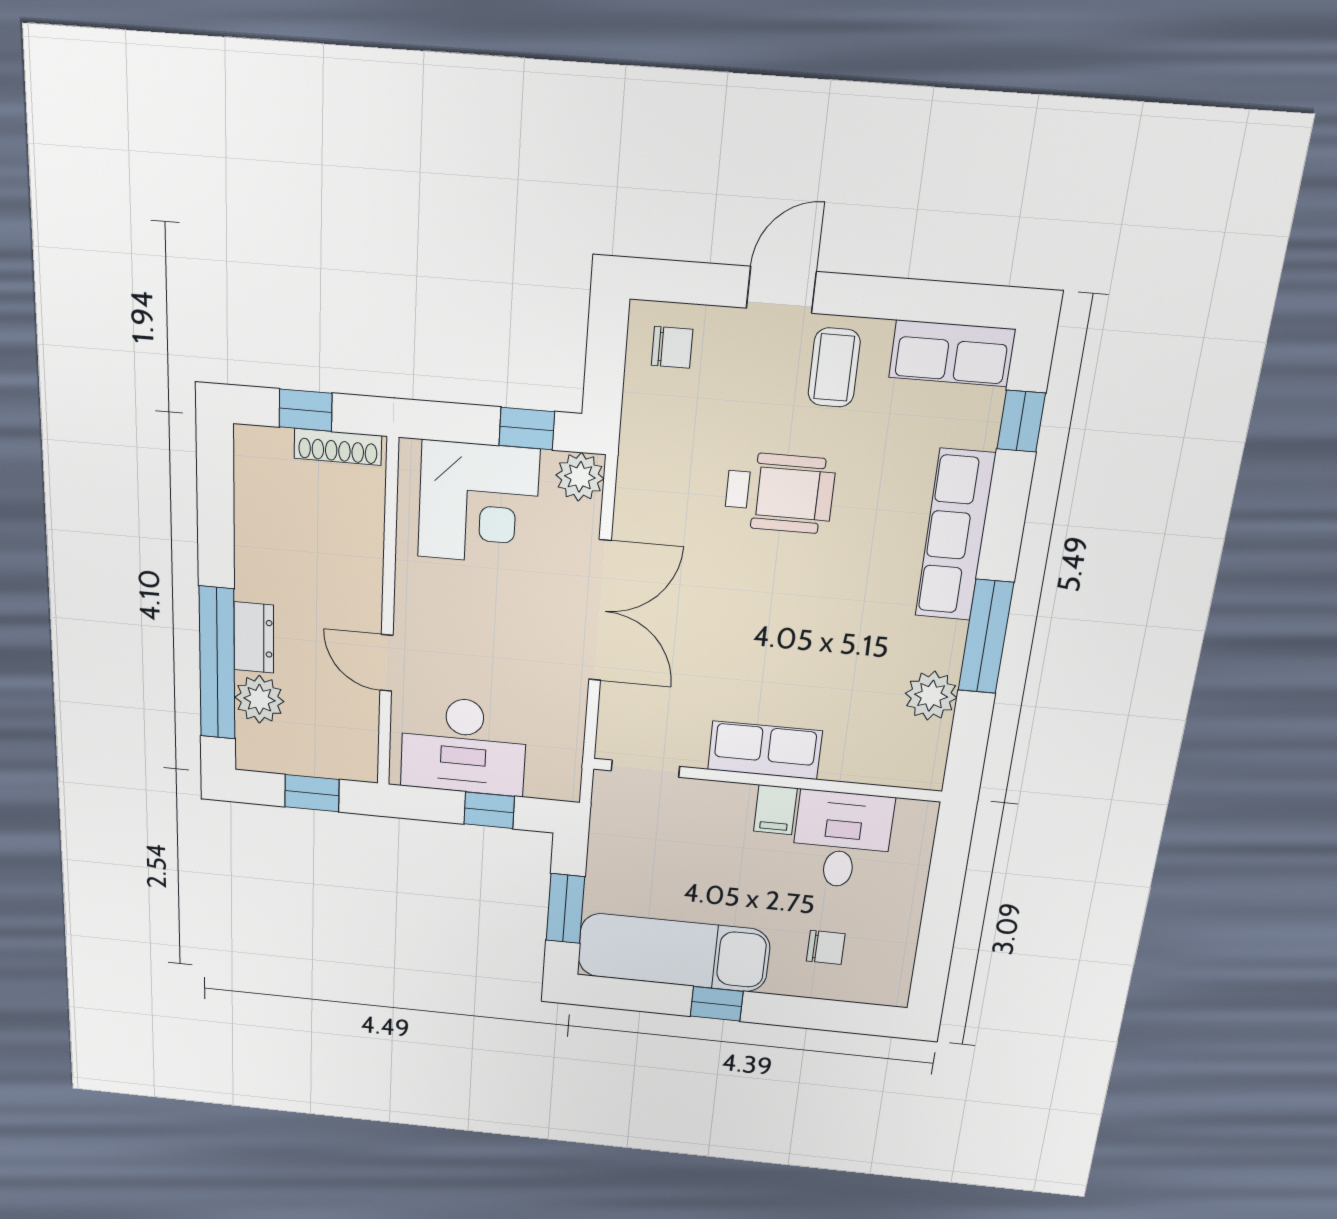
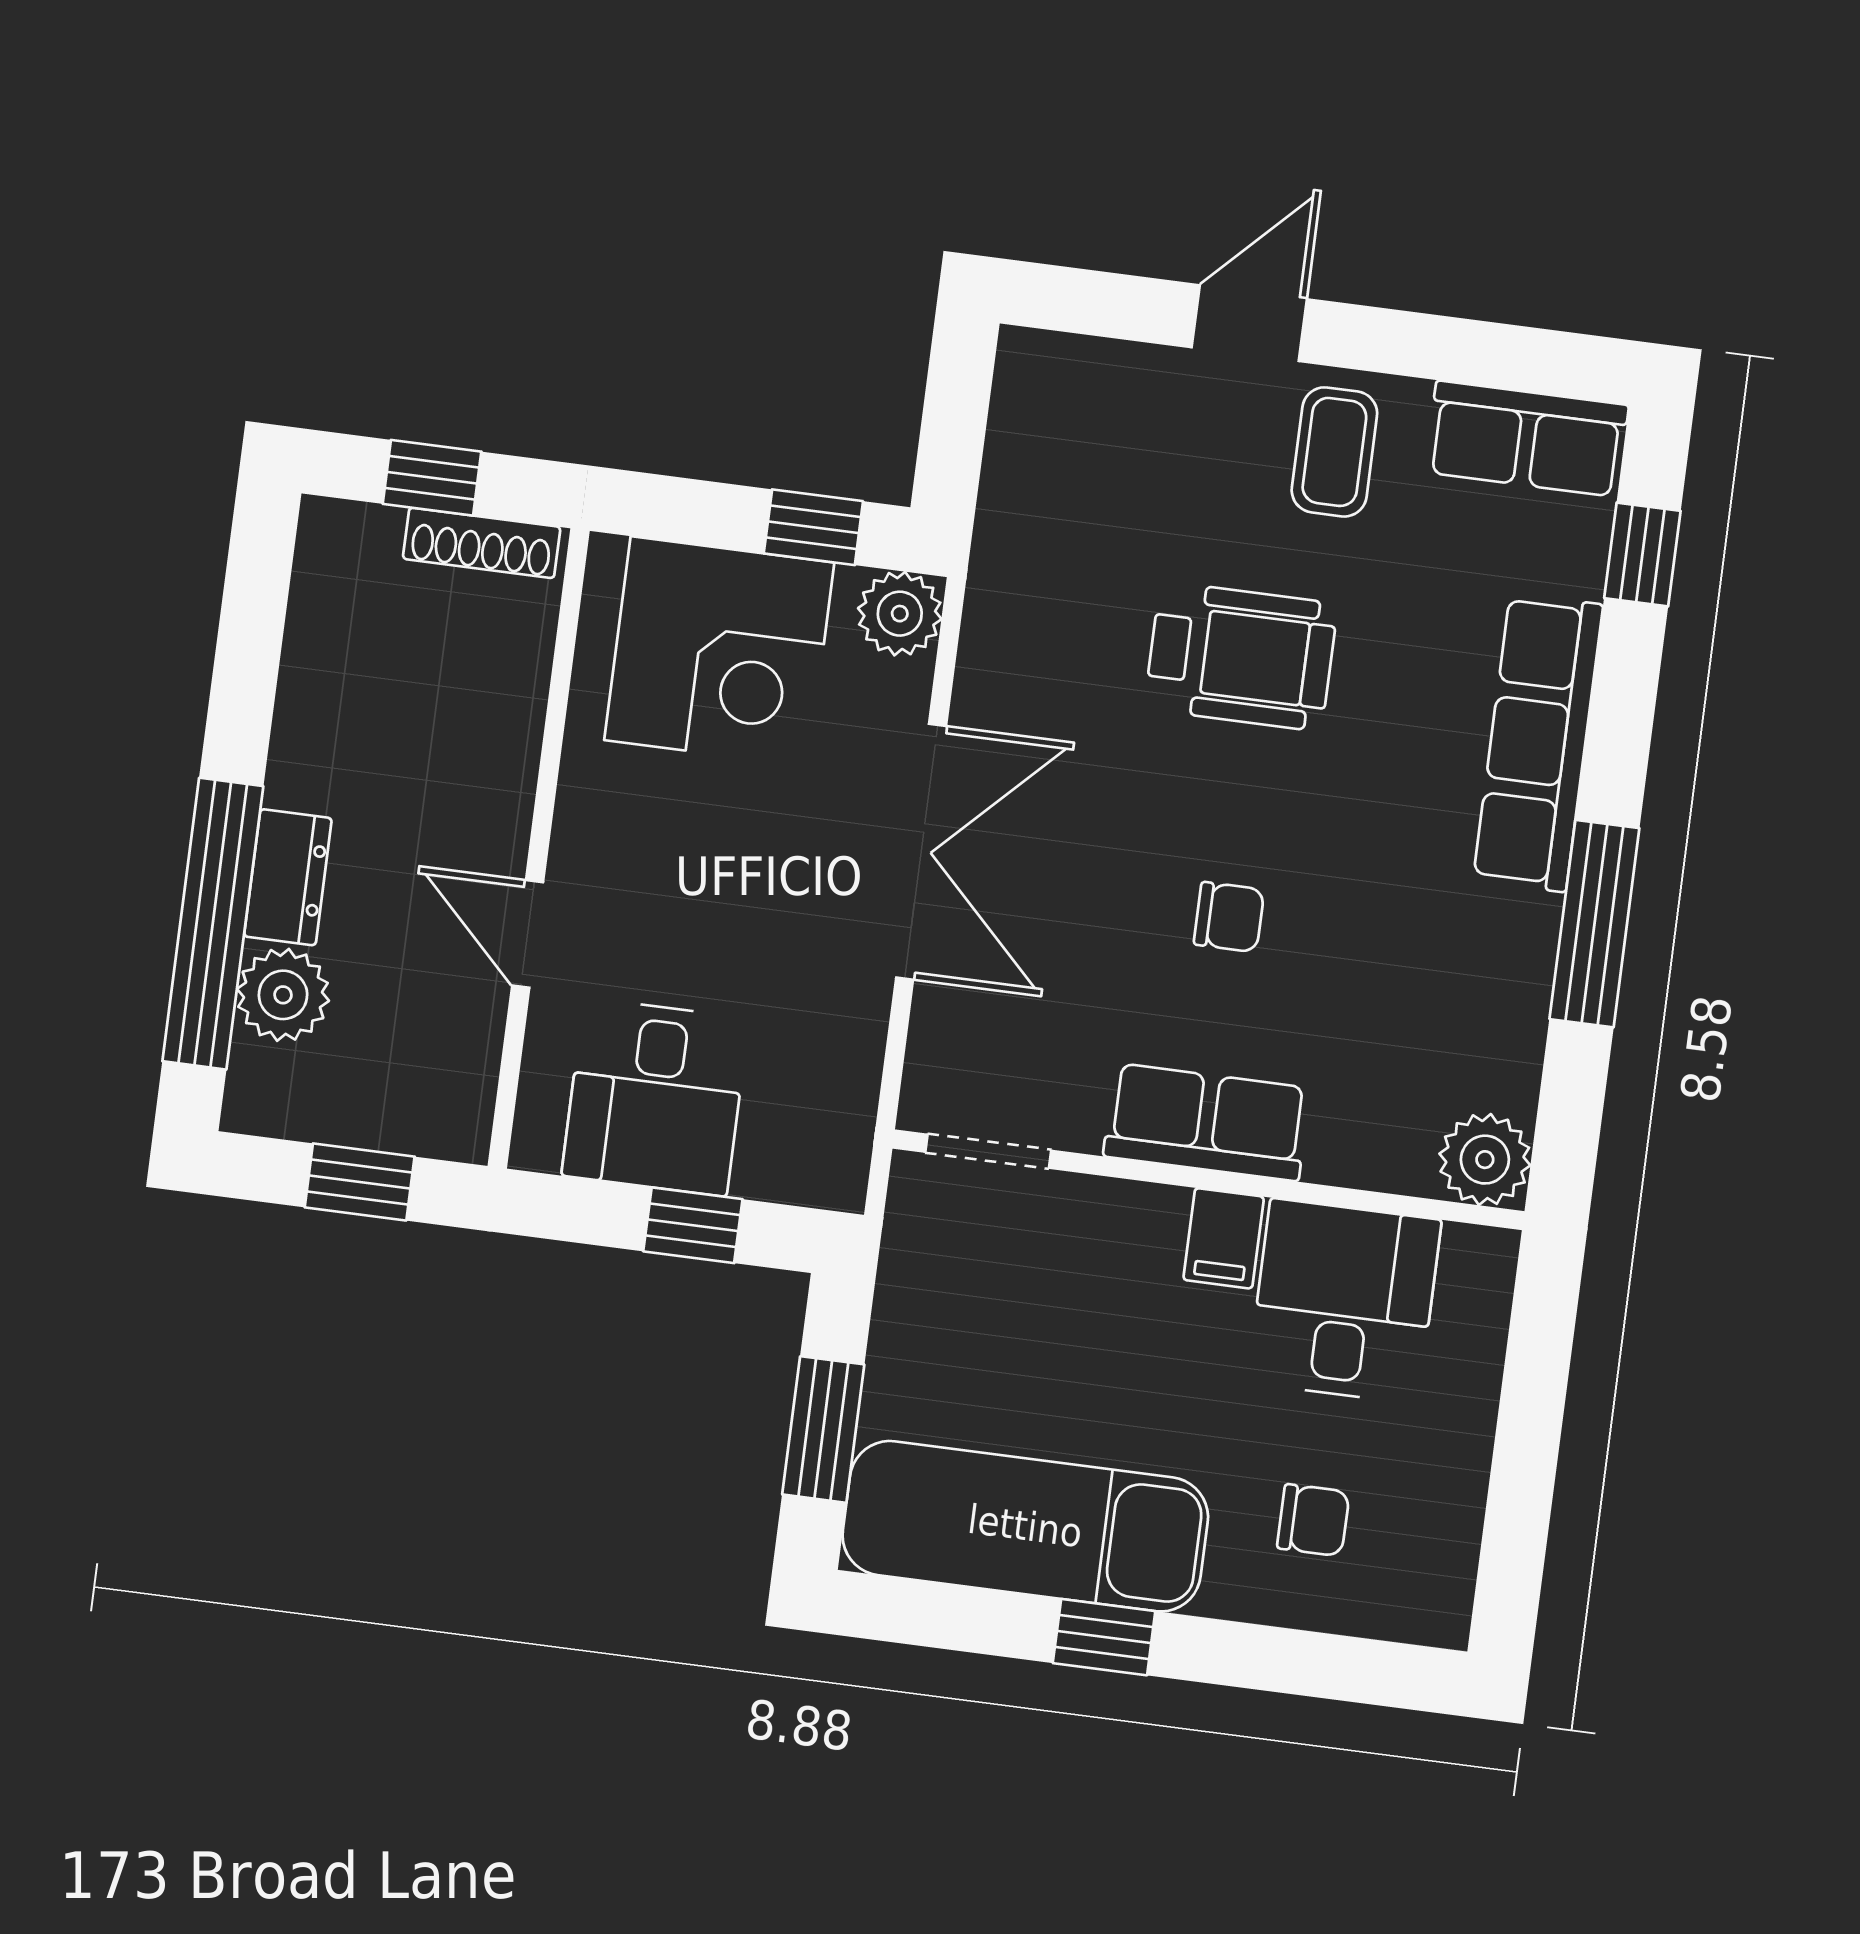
chair: (672, 347) -> (1229, 917), moved
plant: (931, 696) -> (1485, 1160), moved
desk: (464, 746) -> (655, 1097), width x0.73

